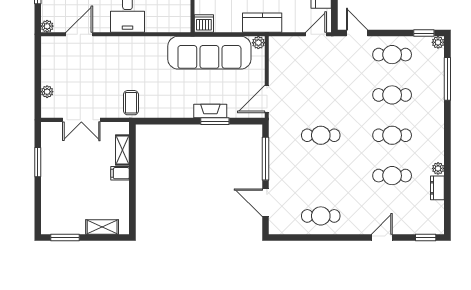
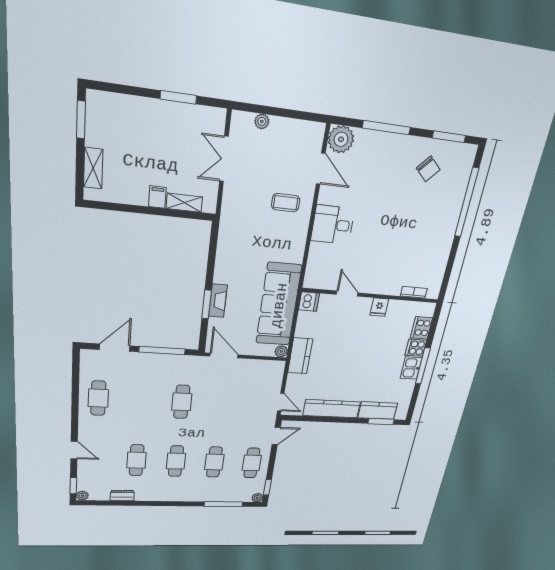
plant: (47, 26) -> (341, 139), width x1.87, depth x1.87
coffee table: (131, 103) -> (286, 203), moved
plant: (438, 168) -> (82, 496), moved

